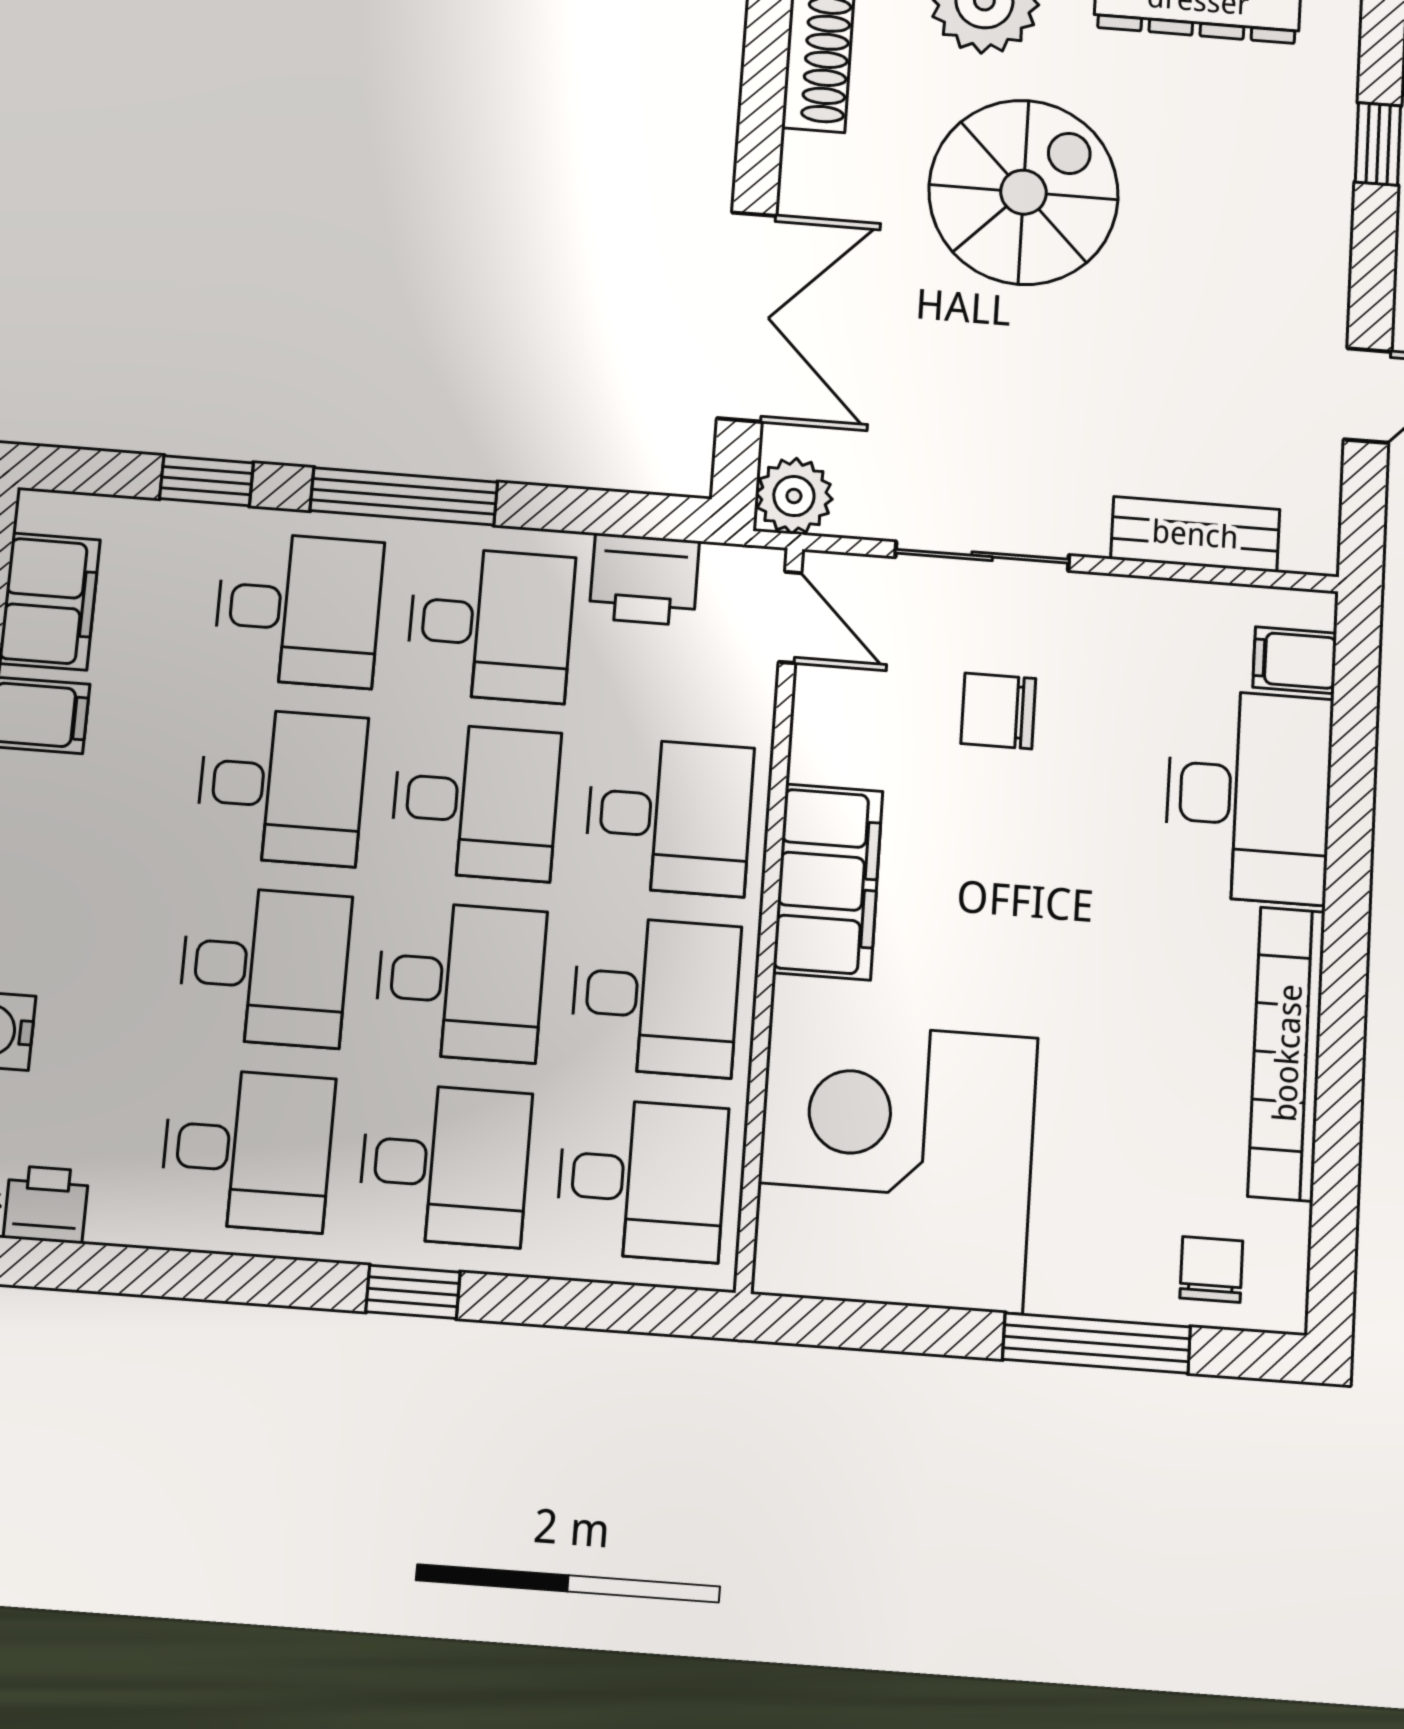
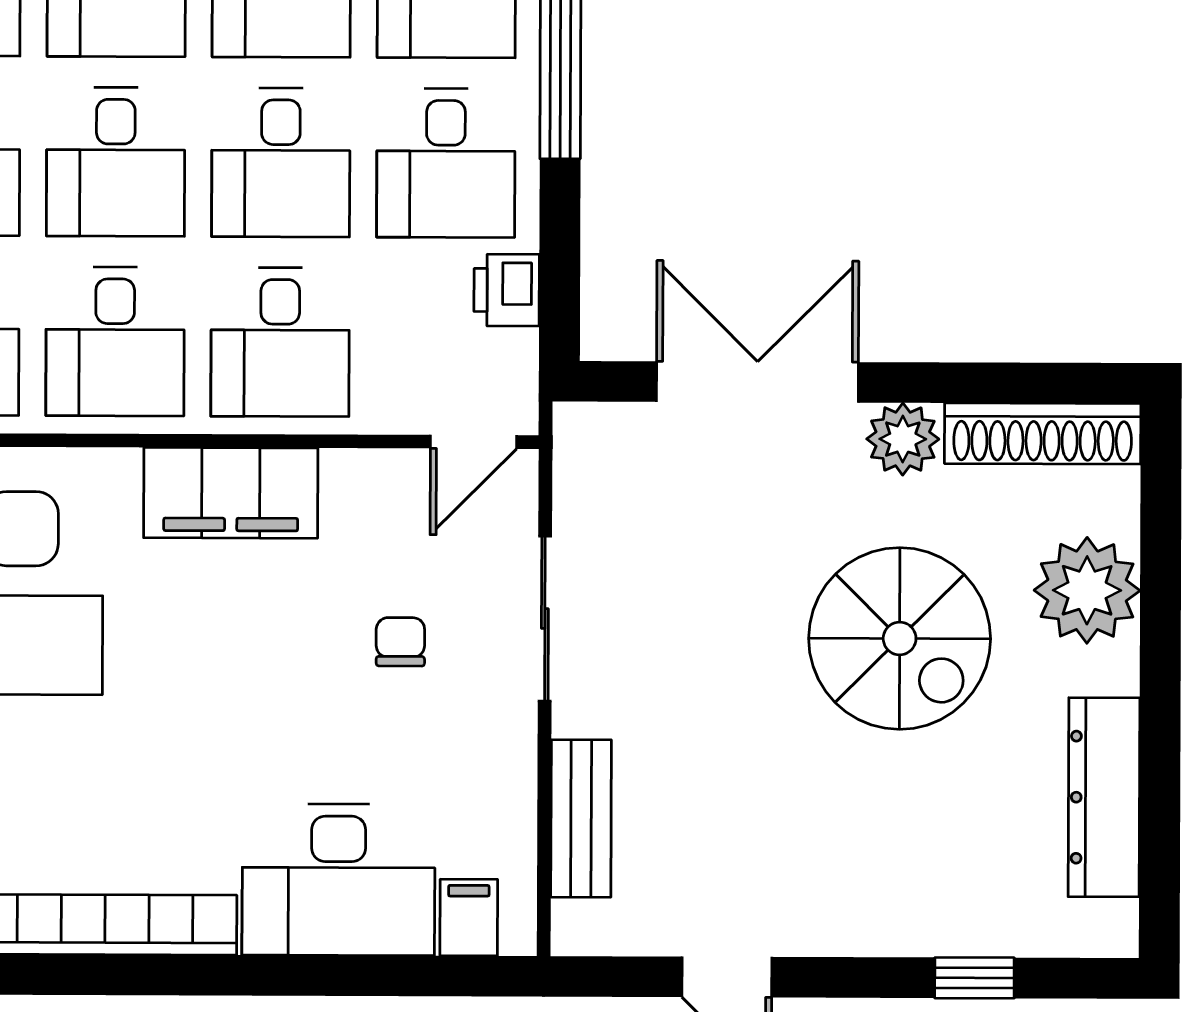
double door: (747, 317) -> (757, 382), swing flipped
plant: (794, 496) -> (903, 439), moved
printer: (644, 580) -> (507, 290), width x0.73, depth x0.81
chair: (998, 711) -> (400, 642), width x0.73, depth x0.73

